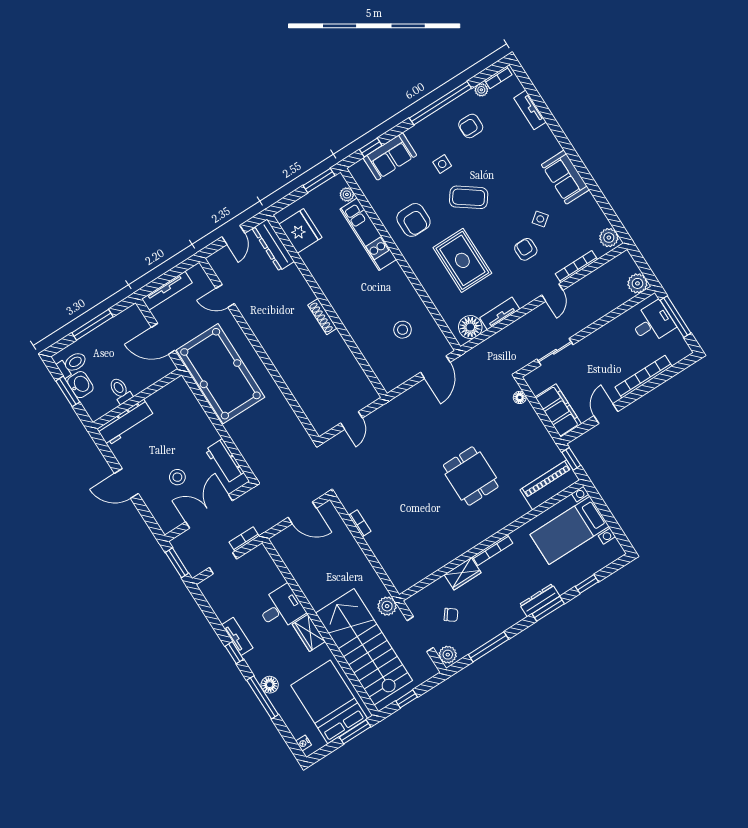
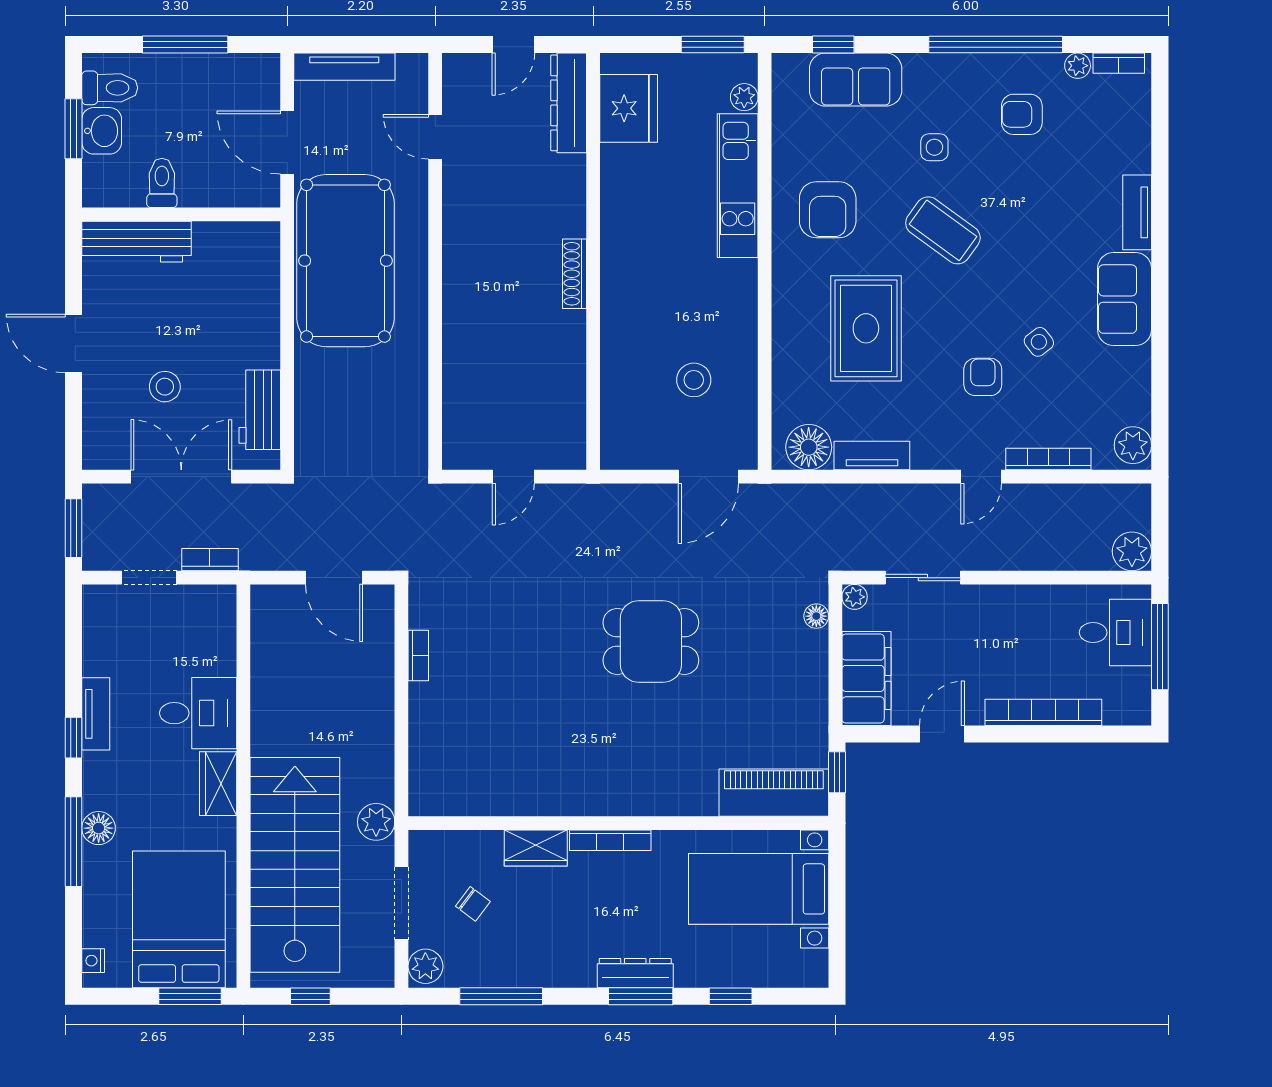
tv unit: (530, 110) -> (1137, 212), moved
plant: (531, 379) -> (855, 597), added
dining table: (471, 476) -> (651, 641), moved, turned 90

